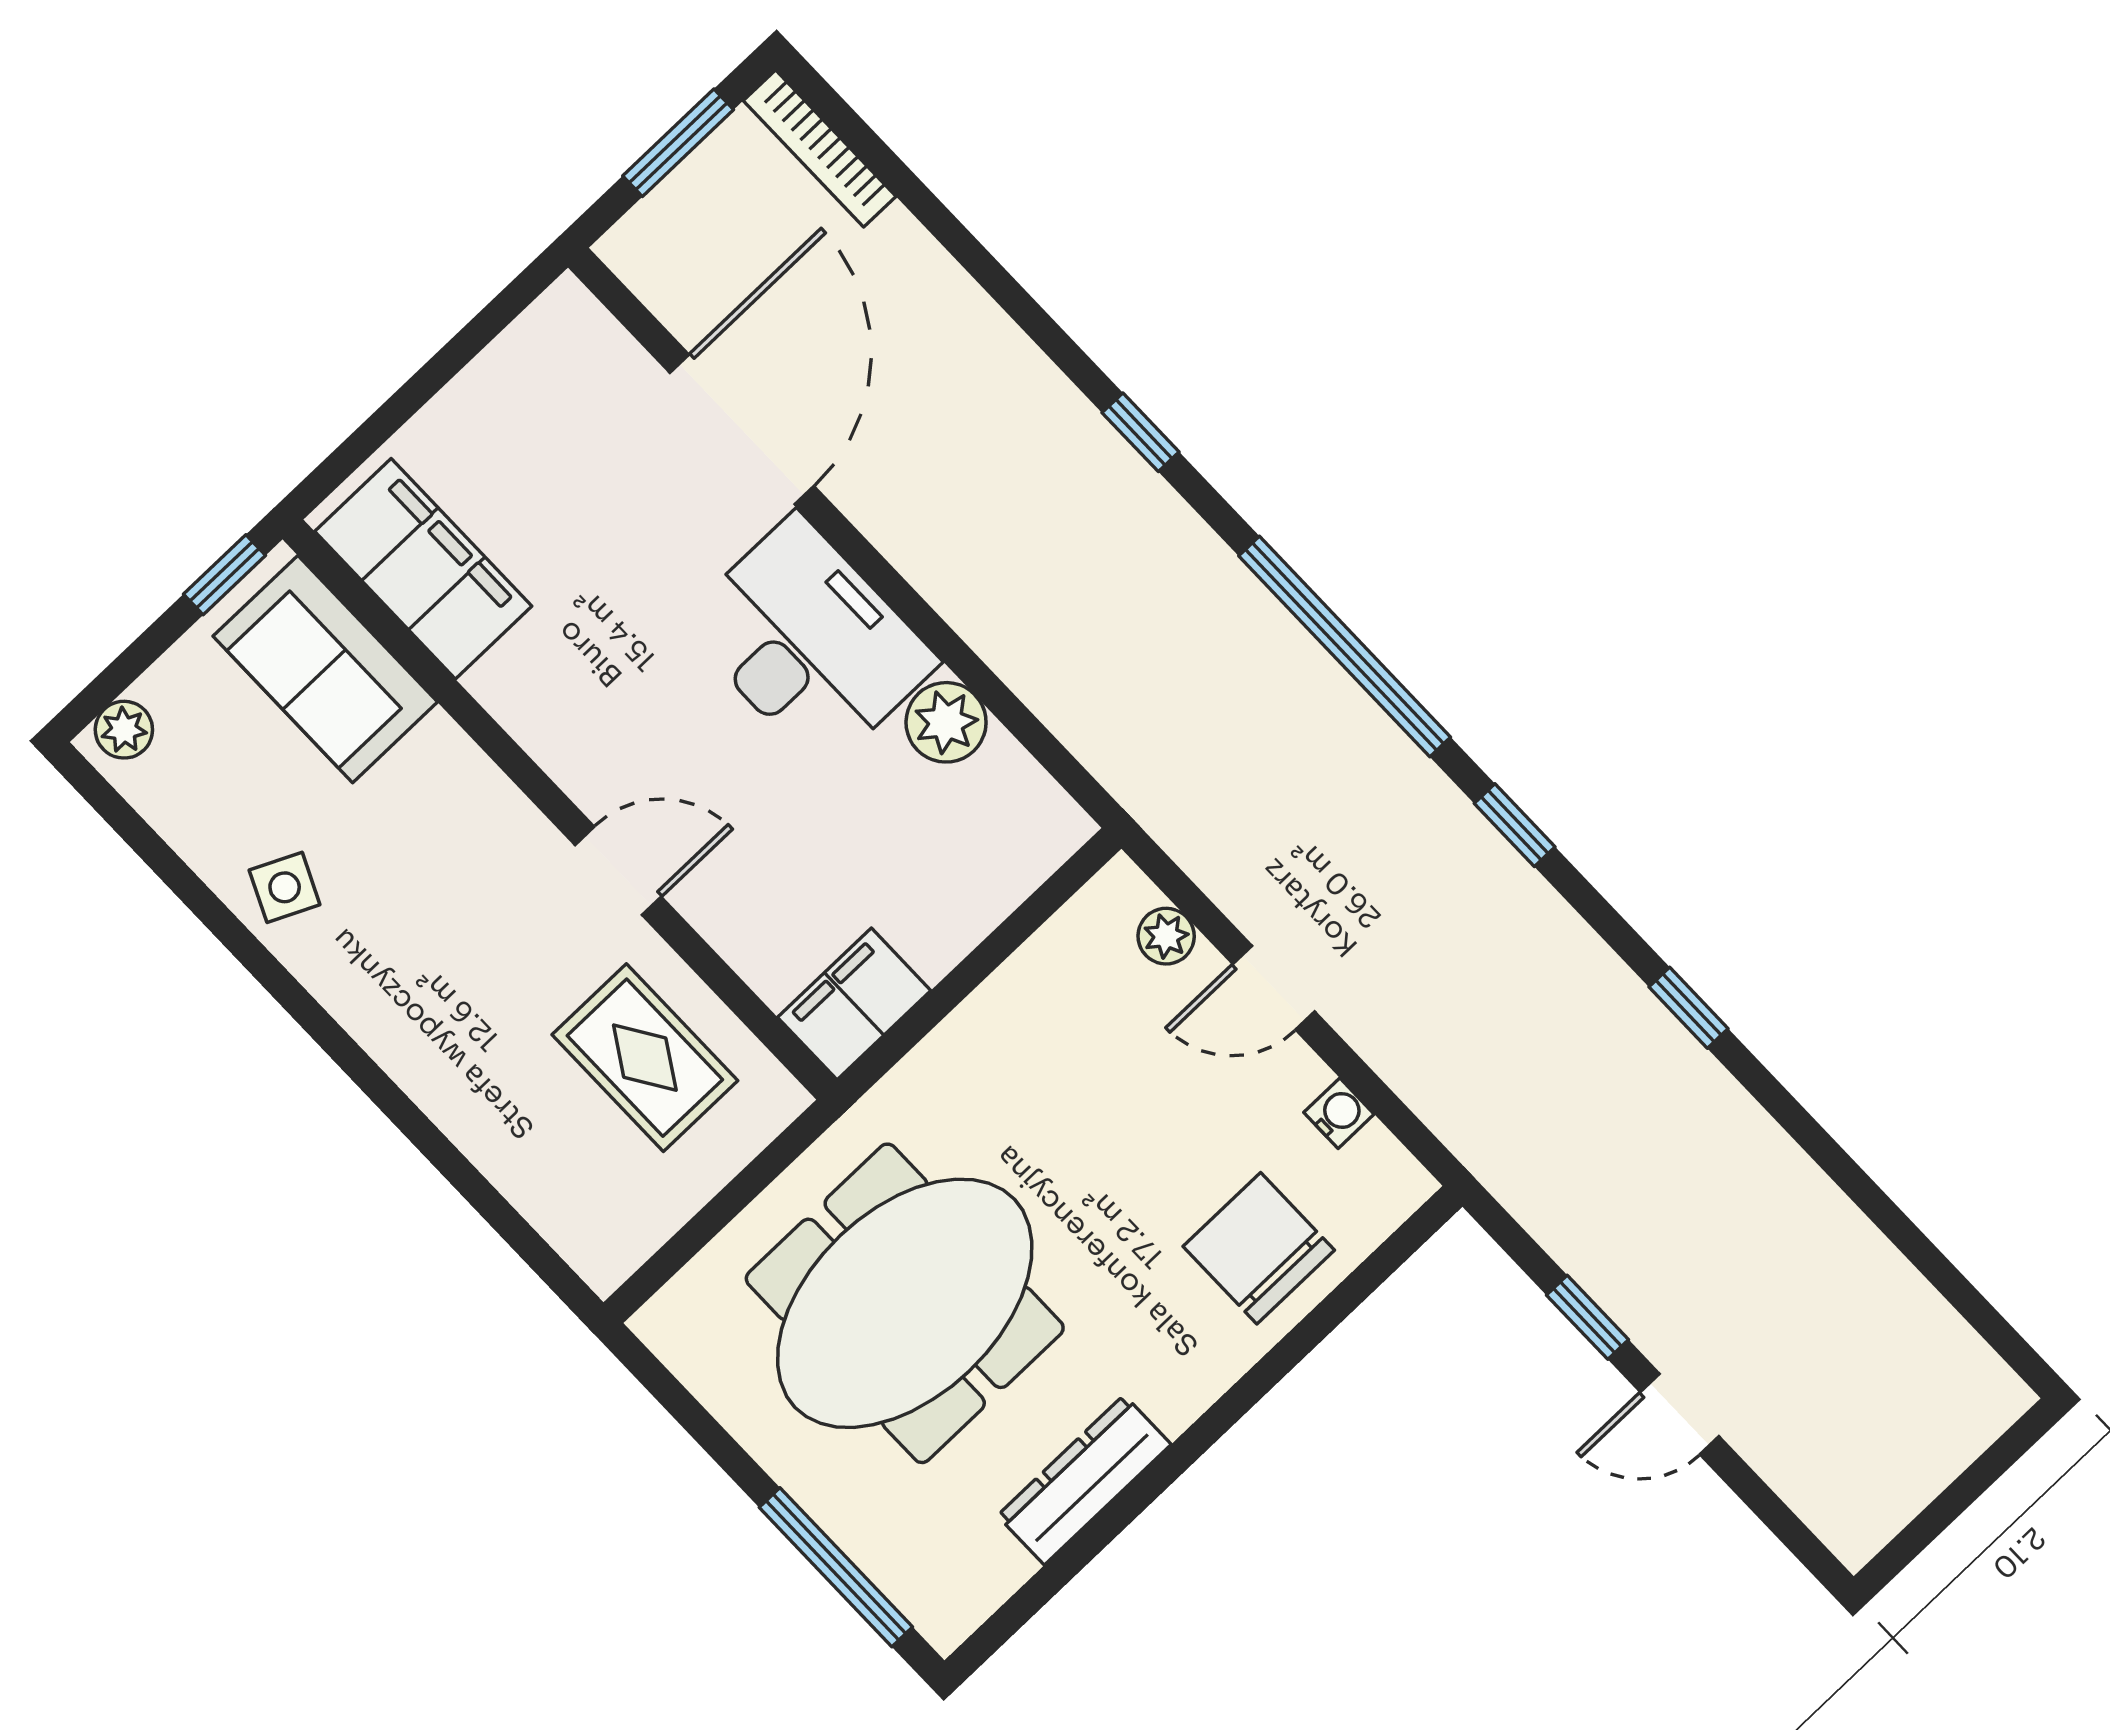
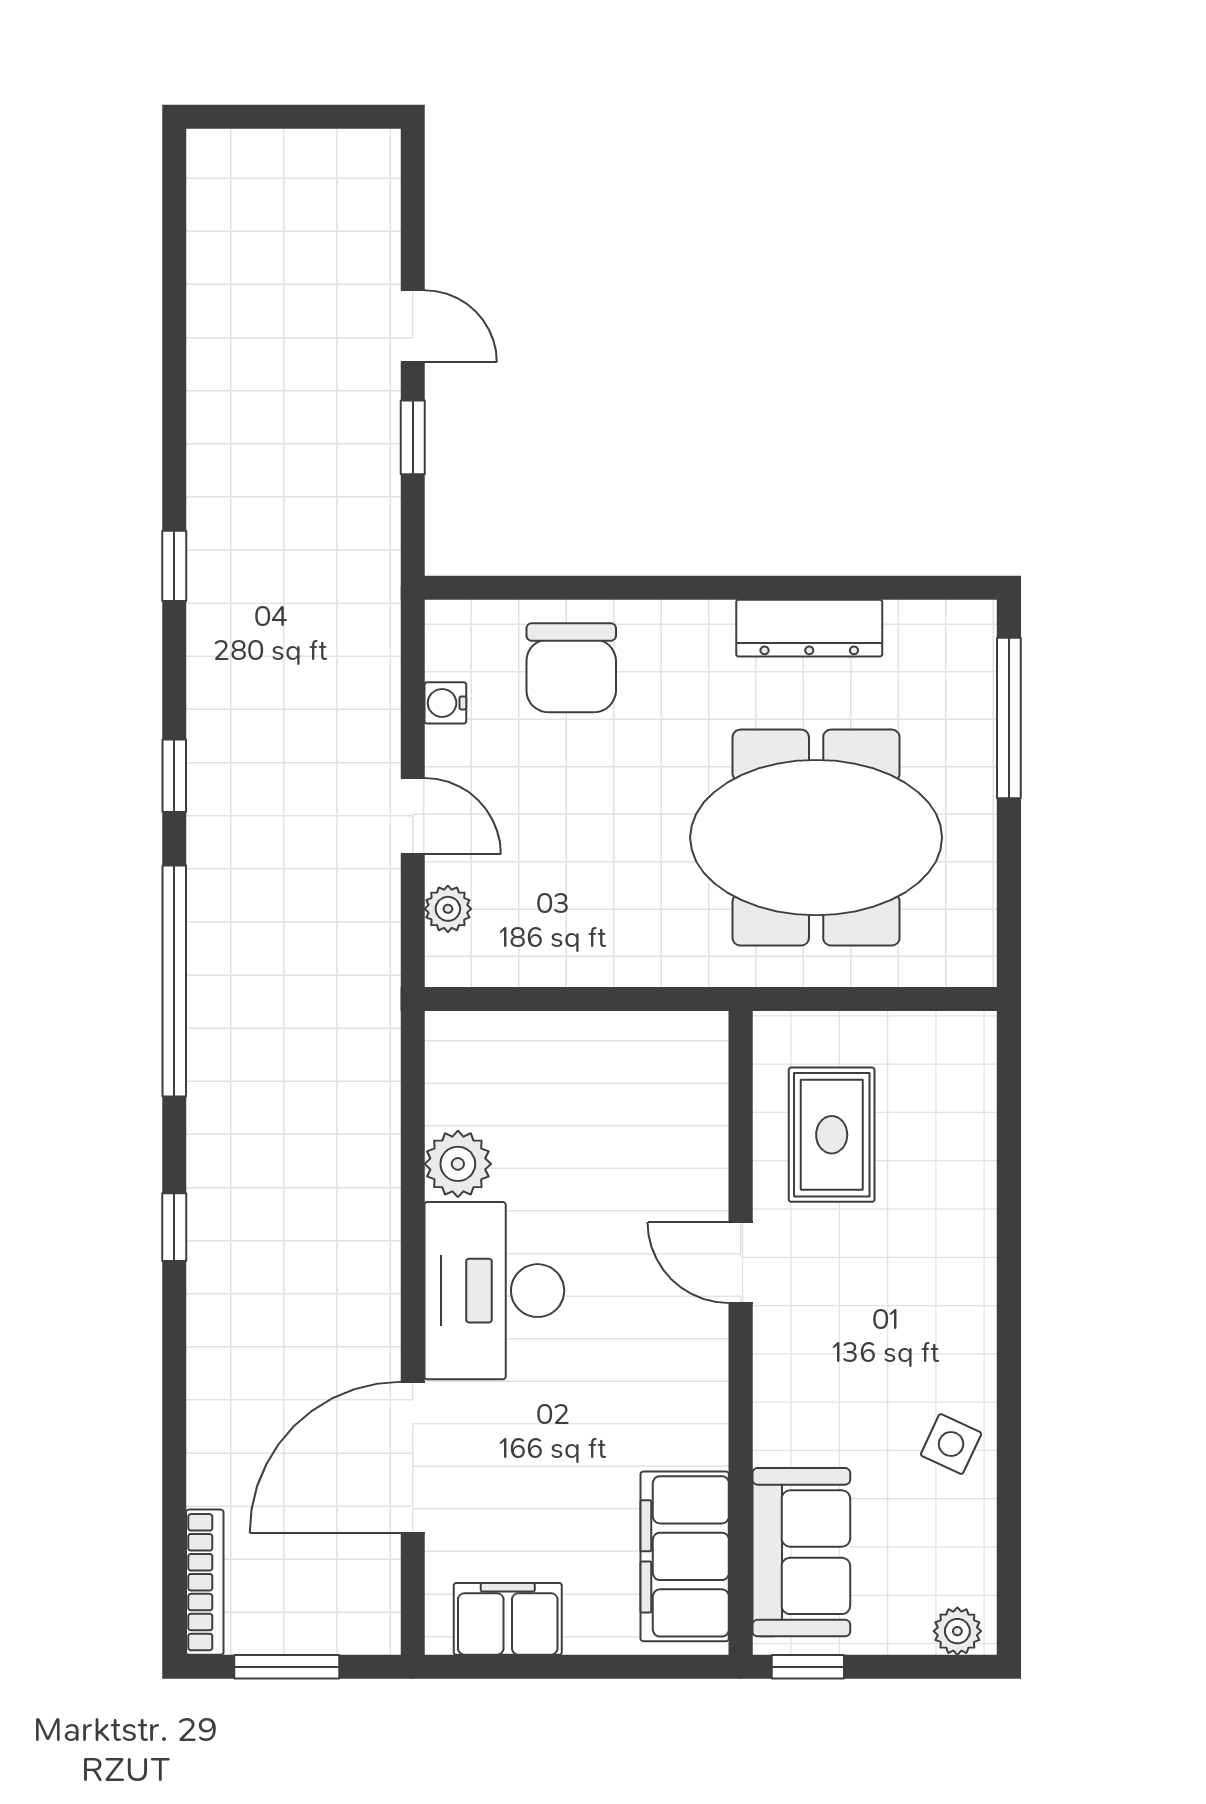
filing cabinet: (854, 1004) -> (508, 1619), moved, turned 180

